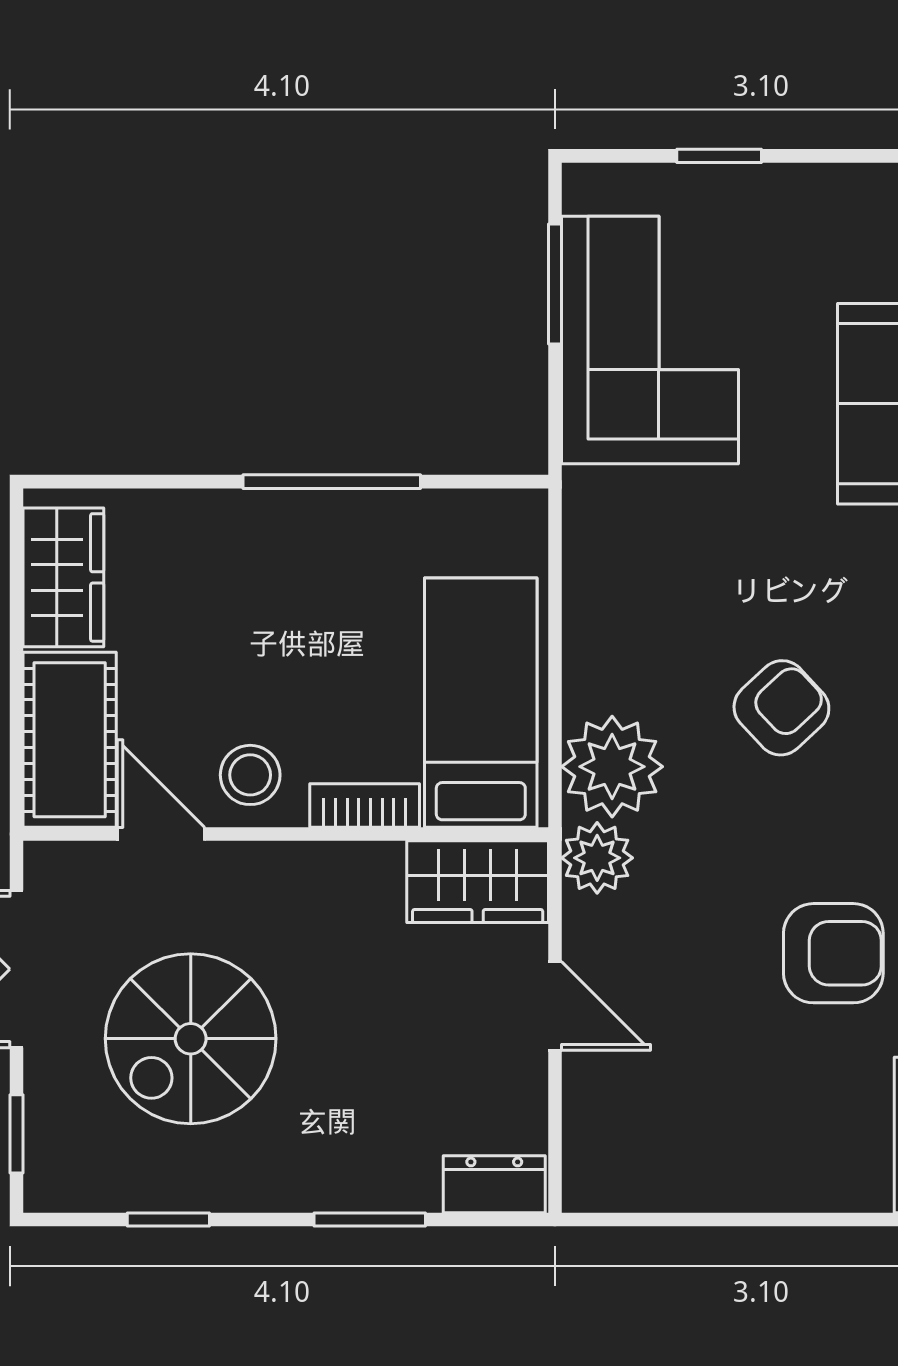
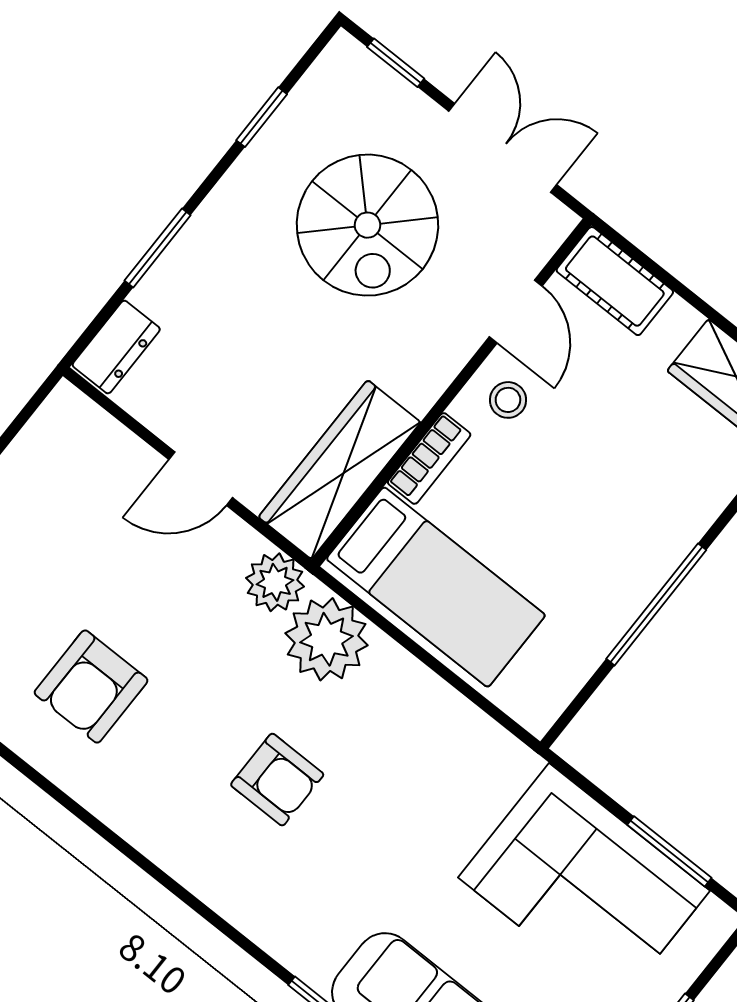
armchair: (781, 708) -> (277, 780), turned -47
cot: (70, 740) -> (615, 281), width x0.73, depth x0.75
stool: (250, 775) -> (508, 400), width x0.73, depth x0.73
door: (161, 834) -> (516, 311), hinge flipped
wardrobe: (478, 882) -> (340, 470), width x1.50
spiral stairs: (191, 1039) -> (367, 225), turned 180

